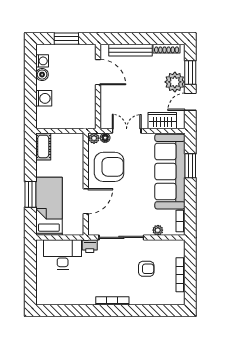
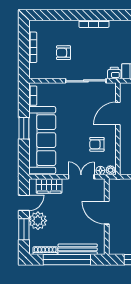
window: (142, 39) -> (67, 260), added
door: (98, 72) -> (107, 213), moved
double door: (127, 131) -> (81, 177), swing flipped
window: (190, 166) -> (24, 128), moved
armchair: (109, 167) -> (97, 144), width x0.53, depth x0.53
plant: (158, 230) -> (53, 87), removed

